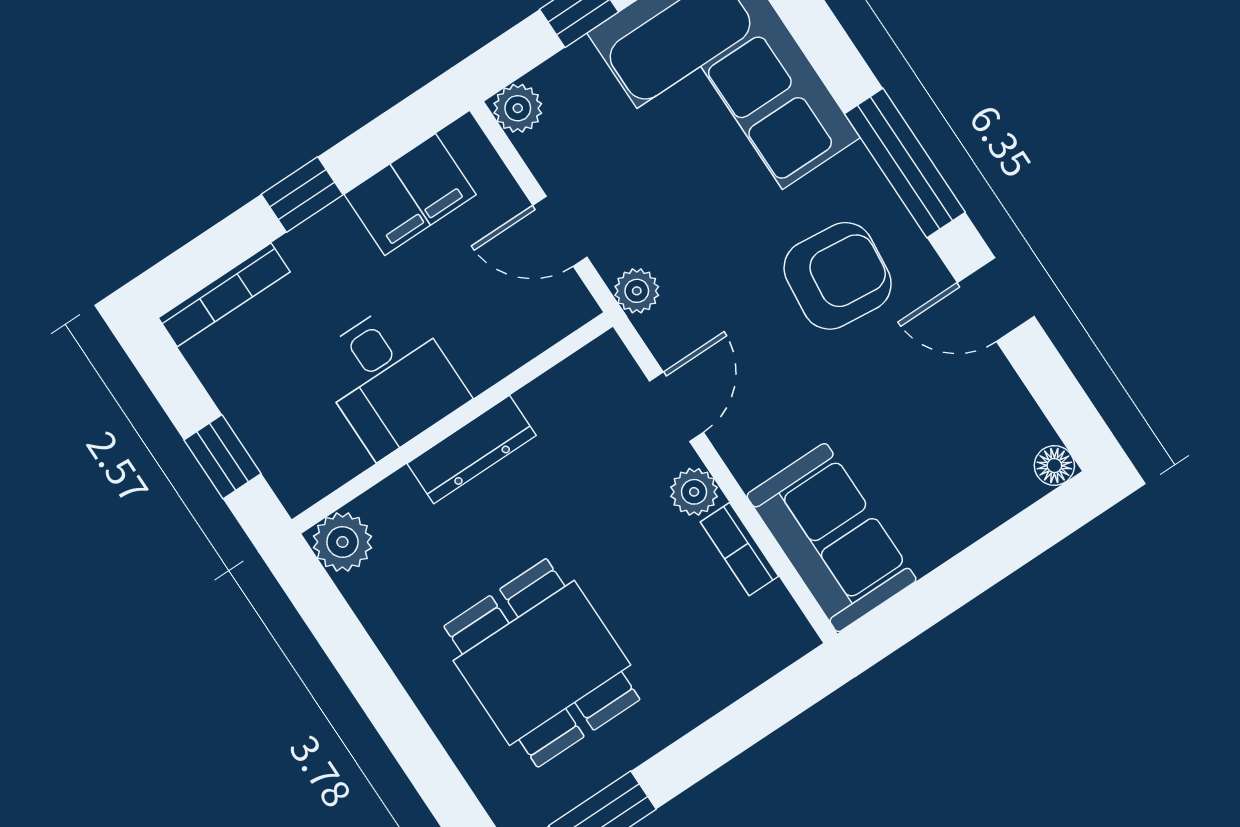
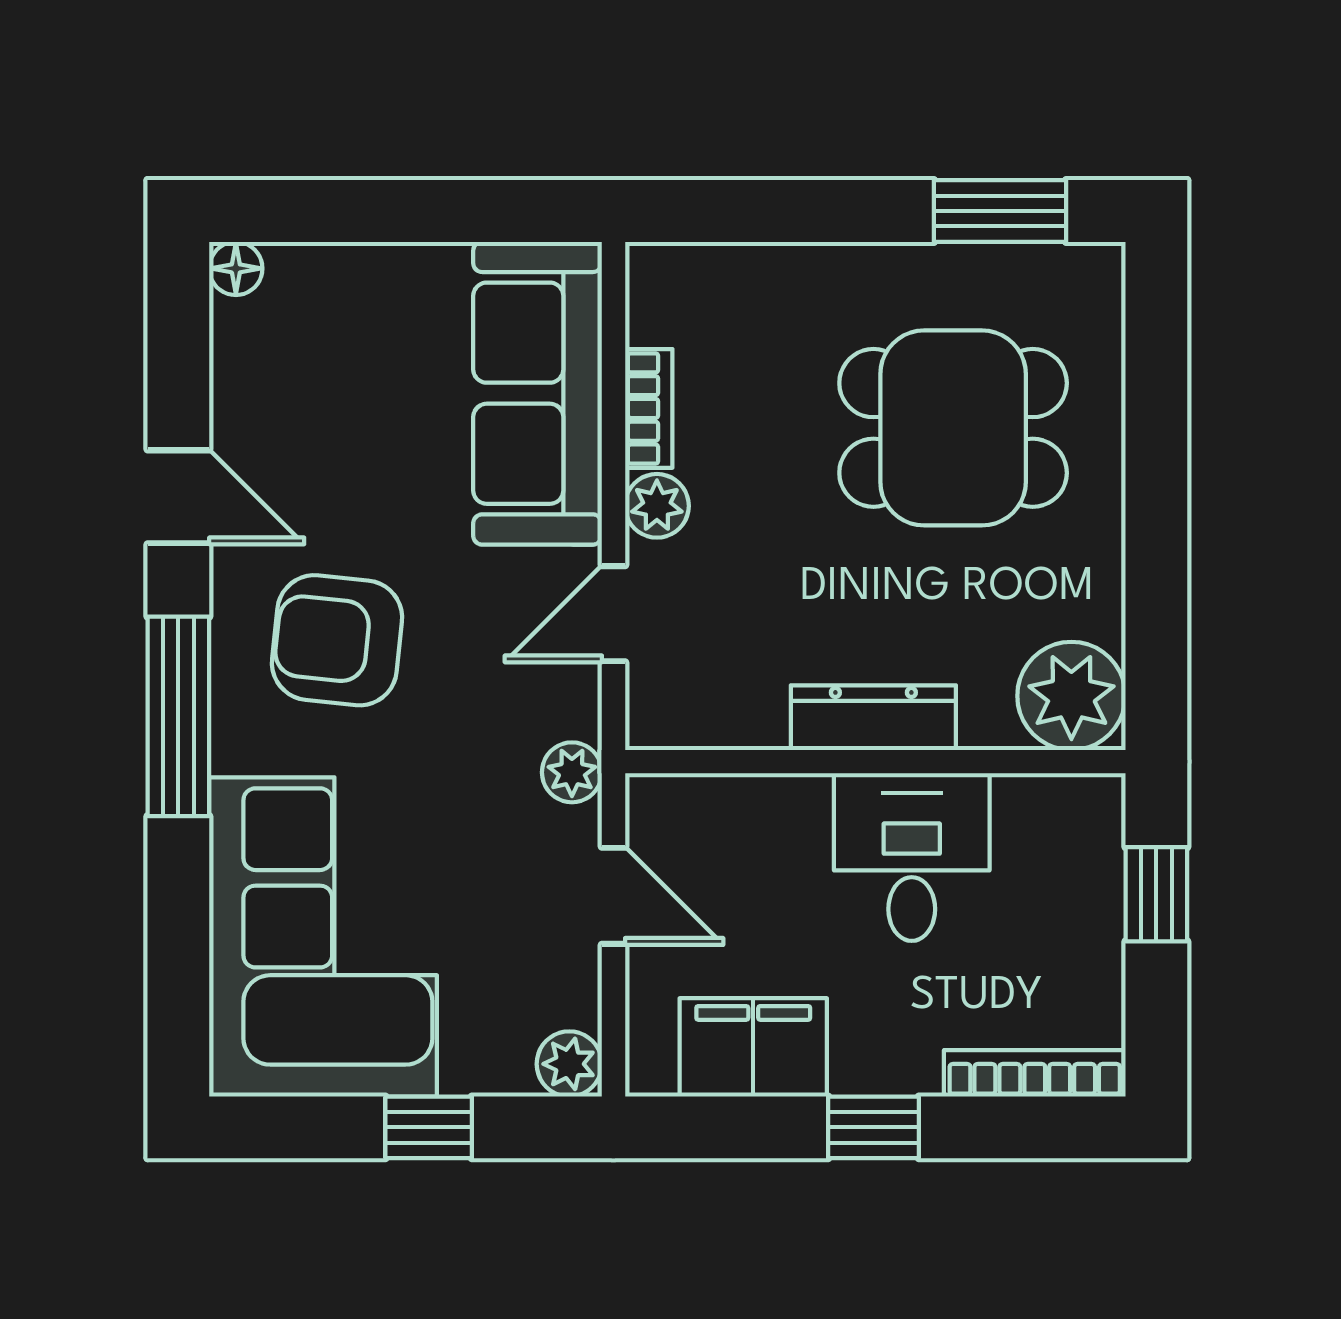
sofa: (832, 538) -> (538, 393), width x1.36
plant: (342, 542) -> (1071, 696), width x1.36, depth x1.36
dining table: (542, 663) -> (953, 428), turned 90

